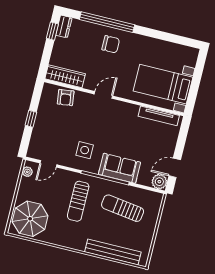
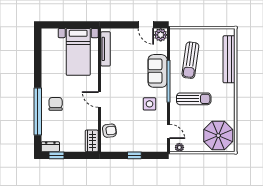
wardrobe: (65, 76) -> (92, 141), width x0.67

